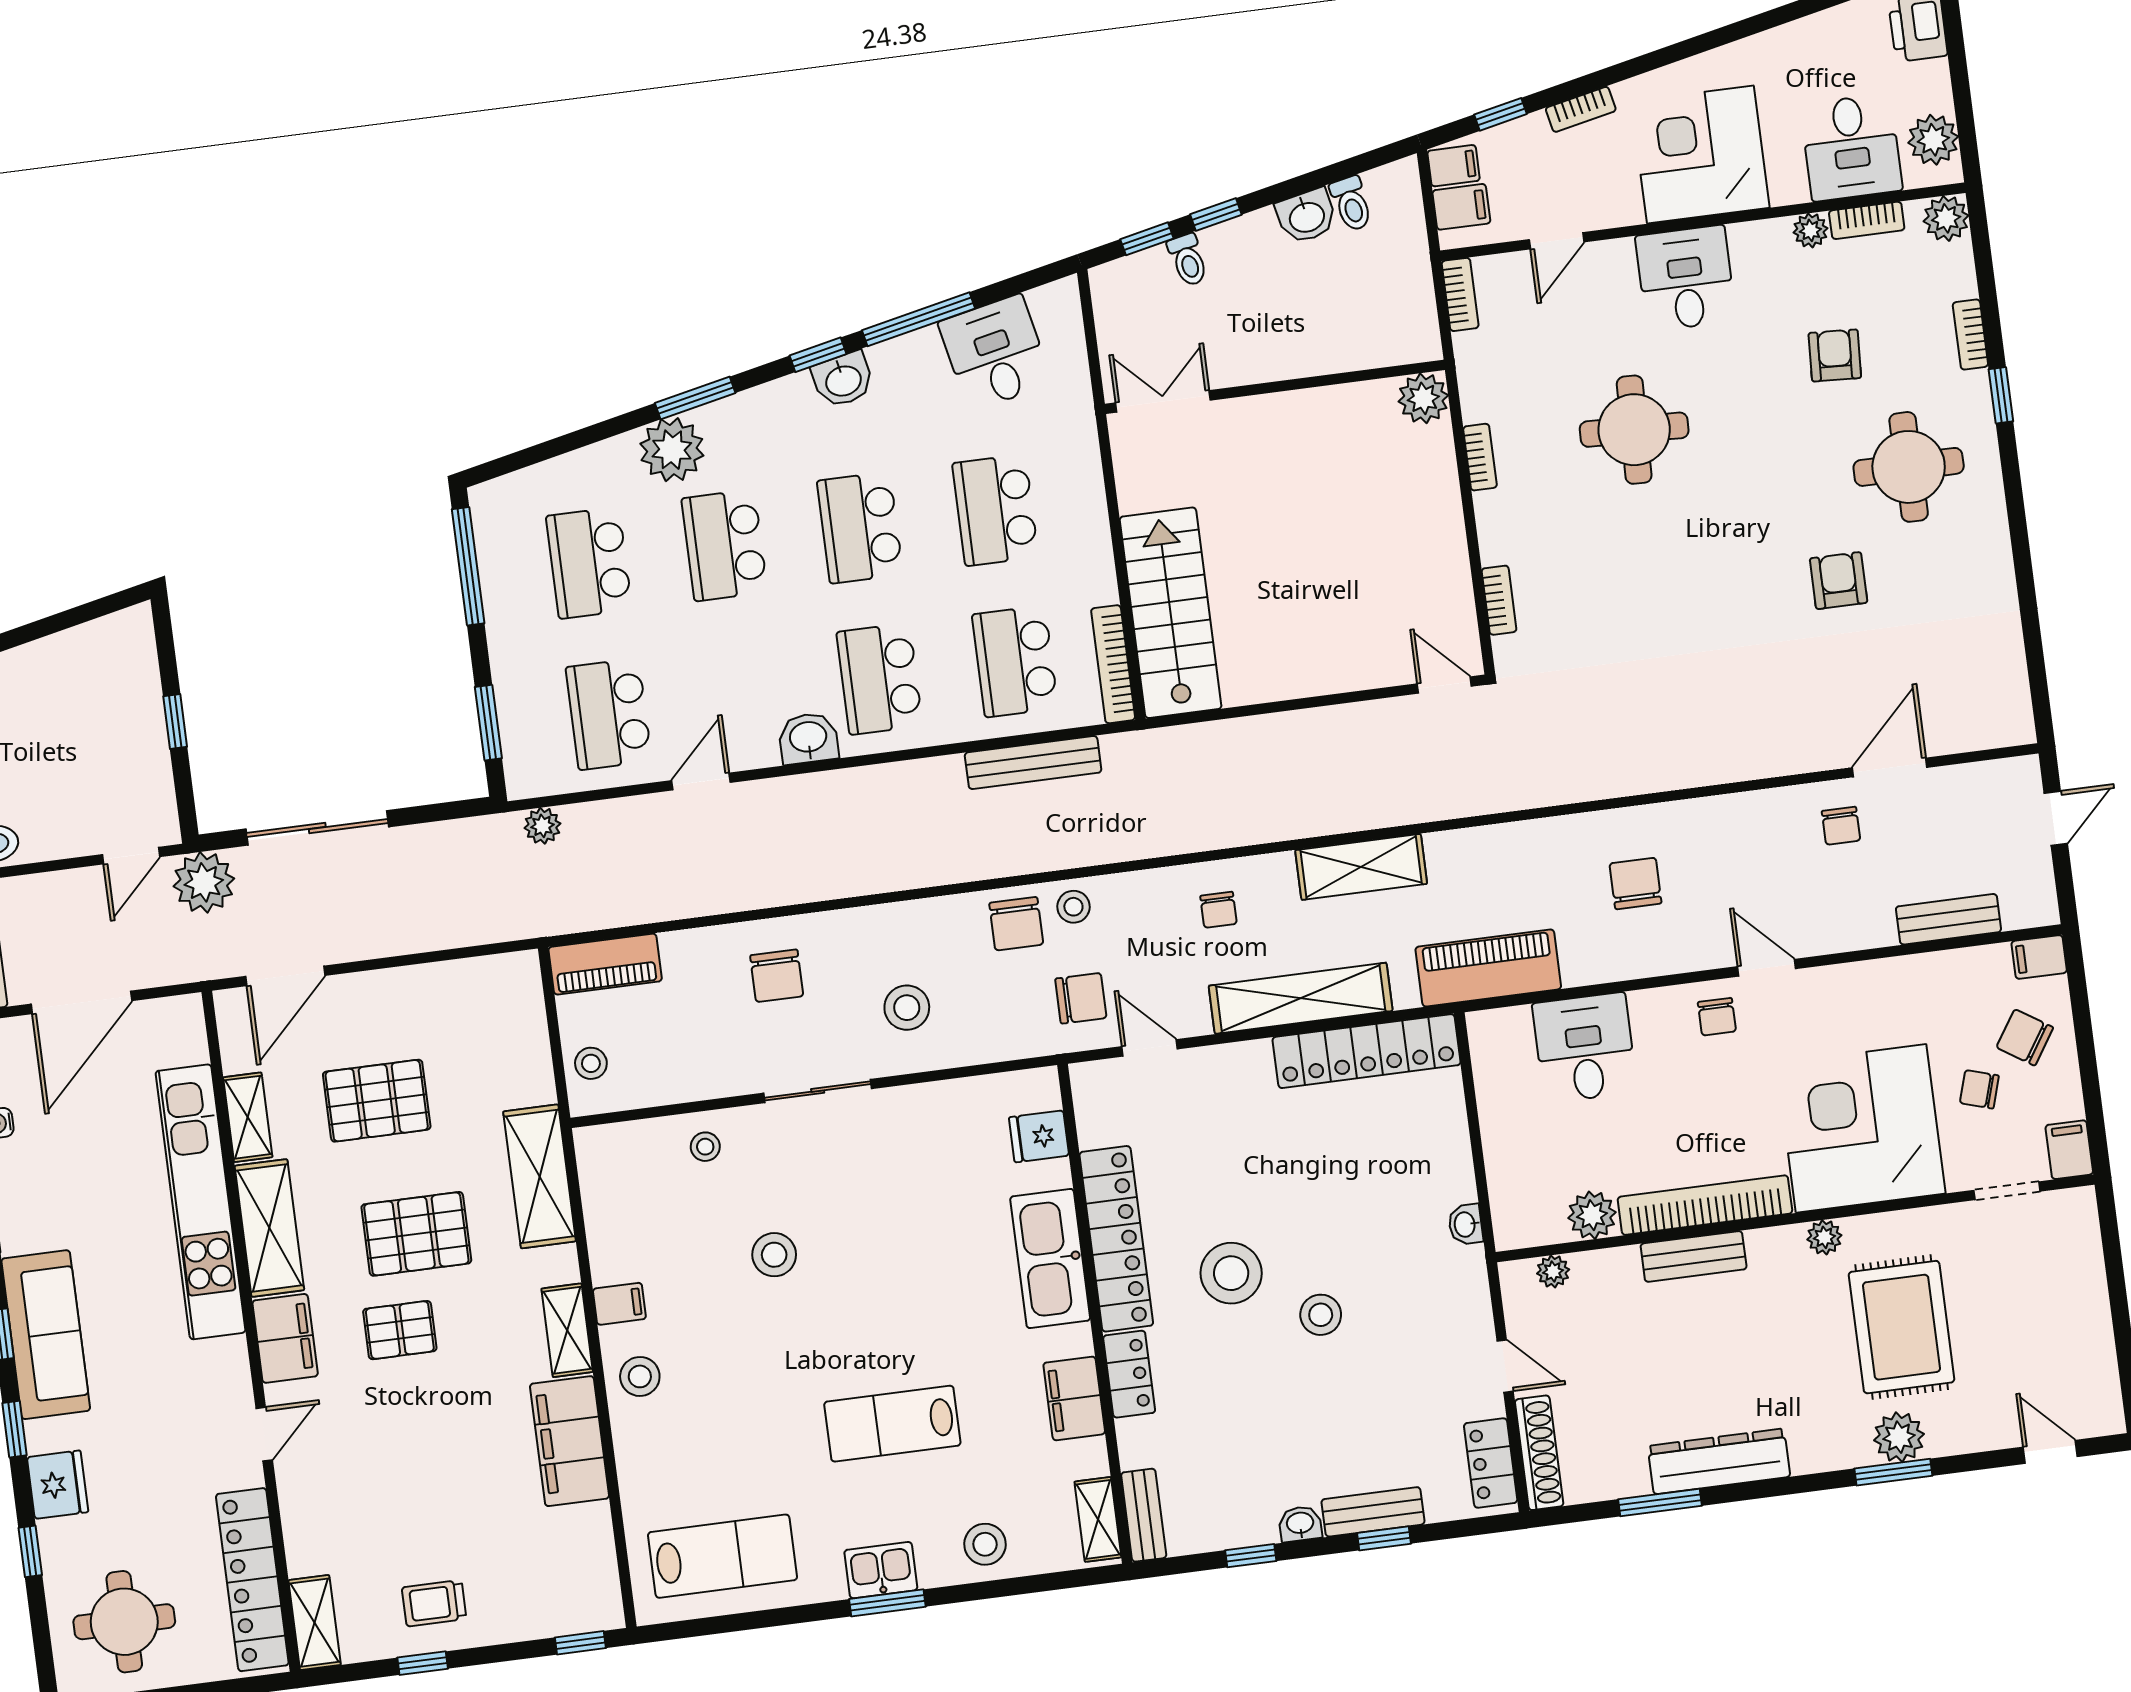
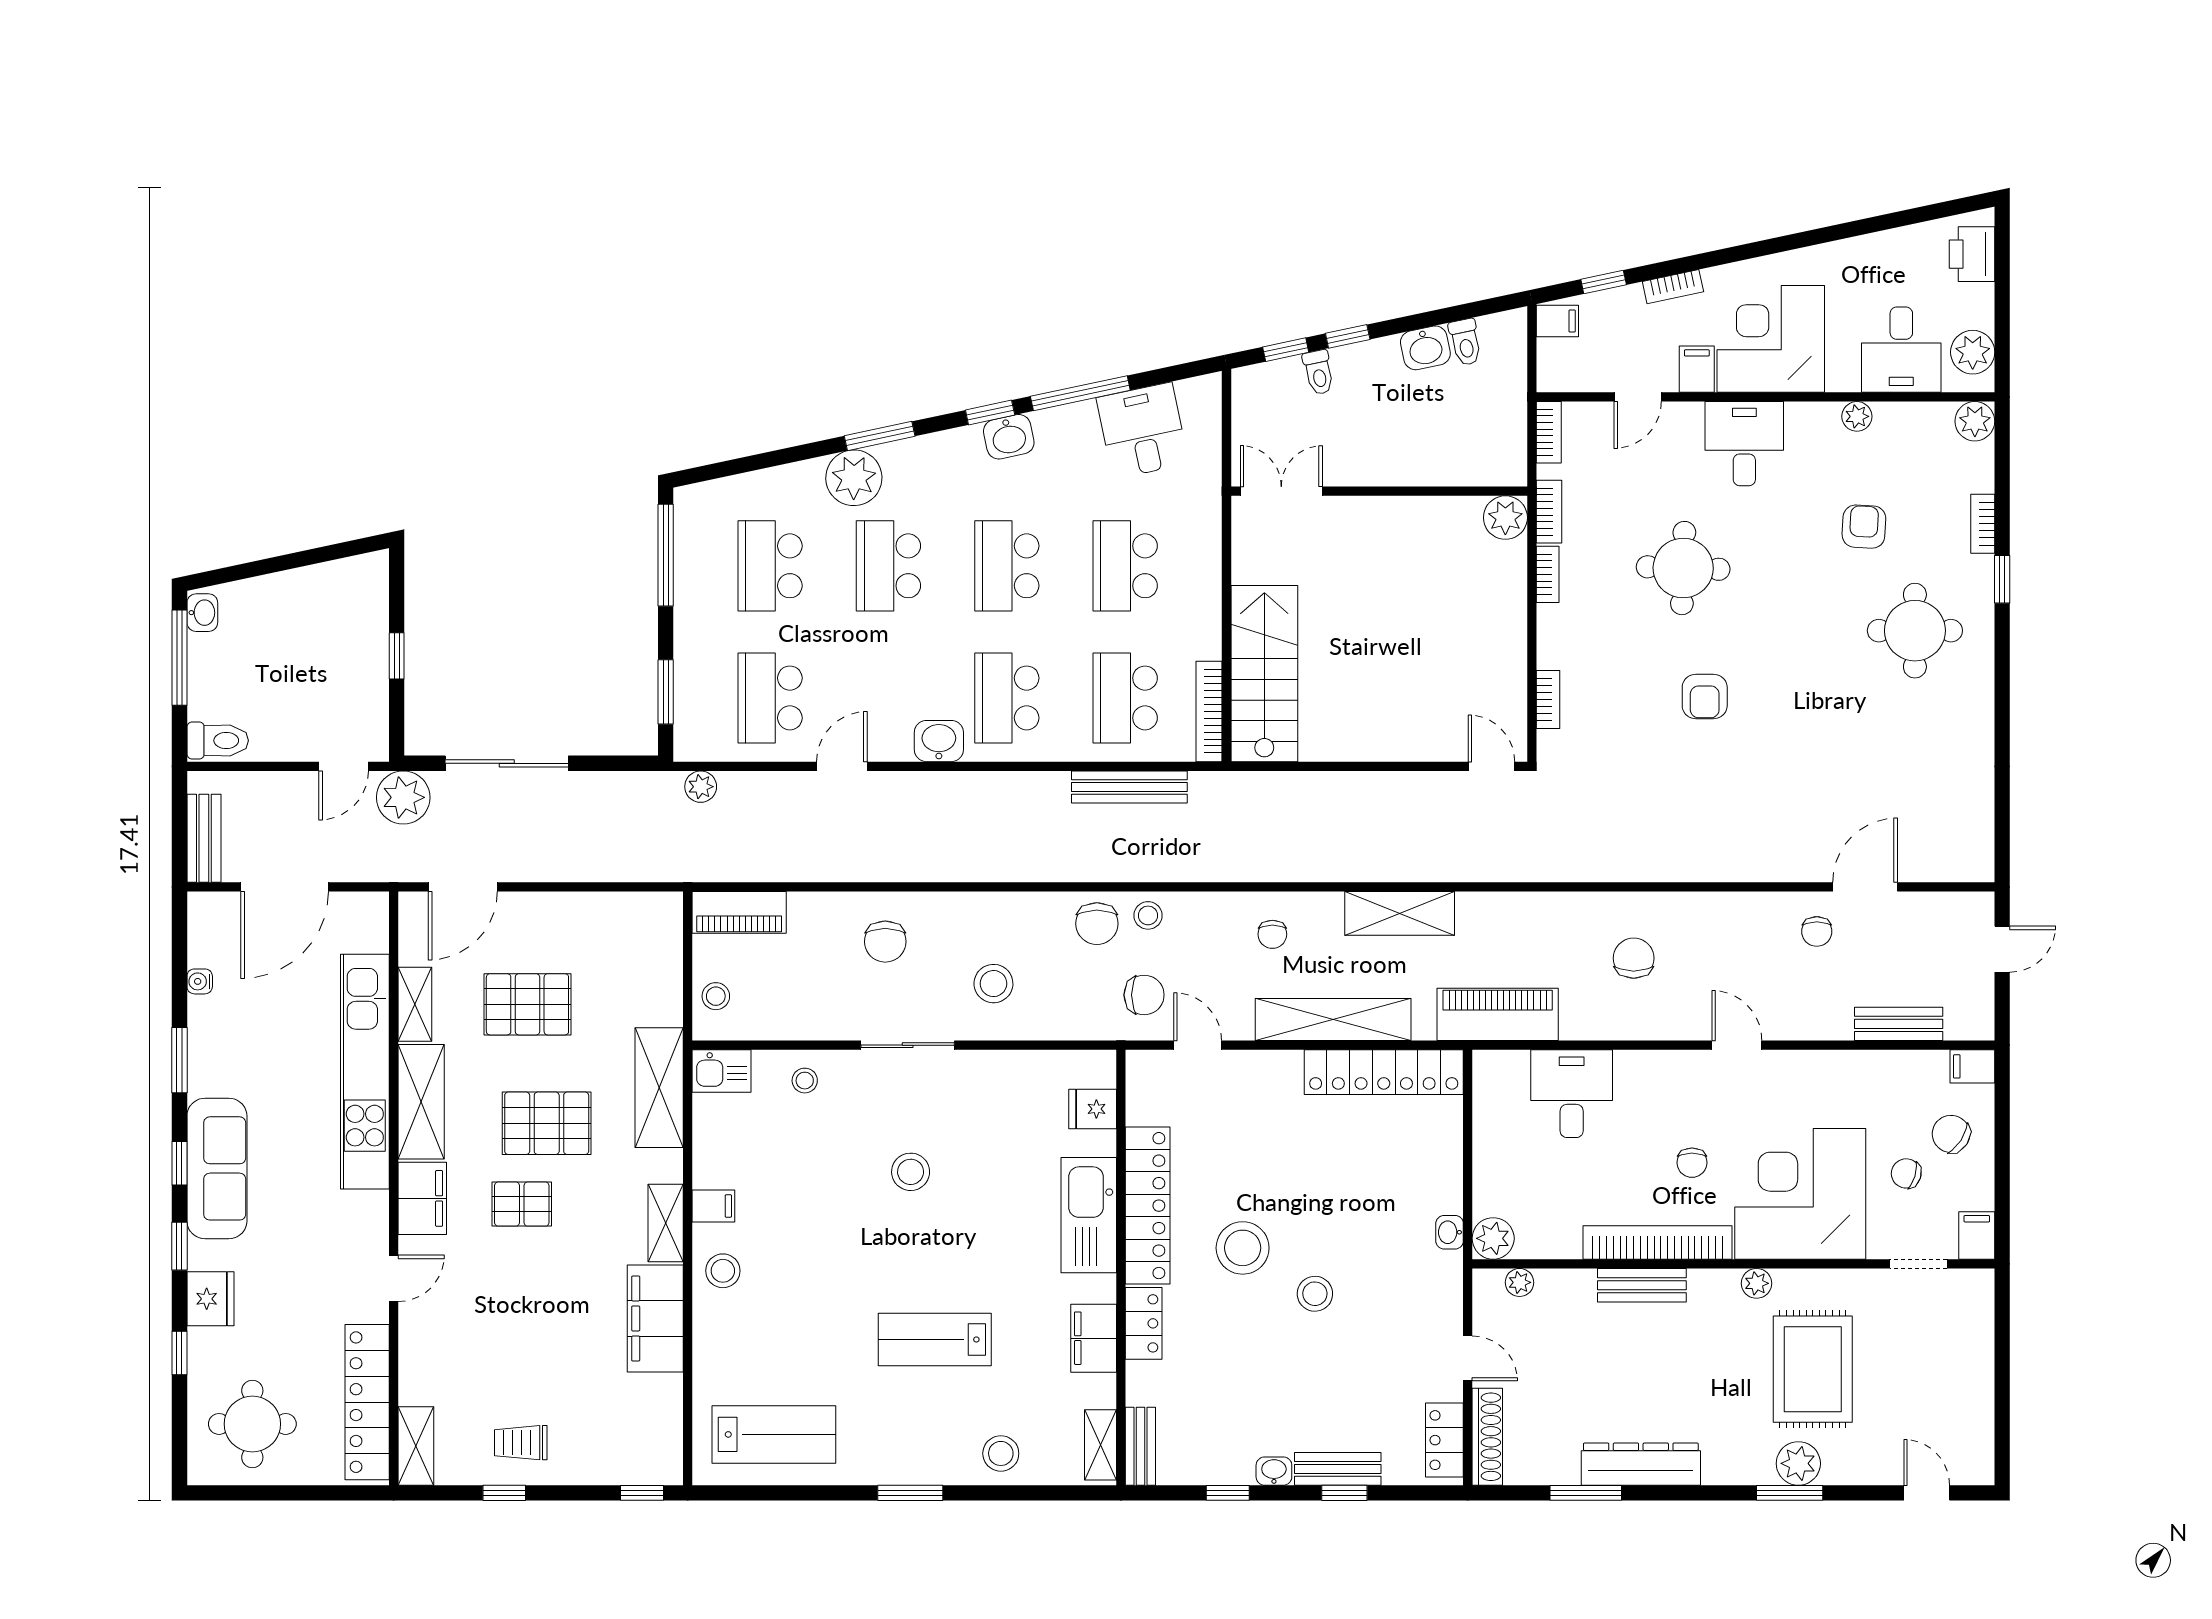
filing cabinet: (1461, 207) -> (1697, 369), moved, turned -90
bookcase: (1867, 220) -> (1549, 512), moved, turned -90
armchair: (1839, 581) -> (1705, 697), moved, turned 180
chair: (1717, 1017) -> (1692, 1163), moved
plant: (1592, 1215) -> (1493, 1238), moved
stool: (774, 1255) -> (911, 1172), moved
kitchen sink: (881, 1570) -> (721, 1071), moved, turned 180

